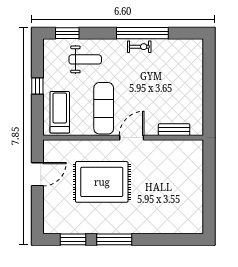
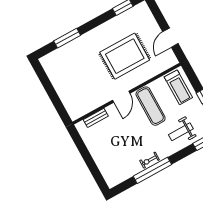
window: (114, 239) -> (67, 38), moved

